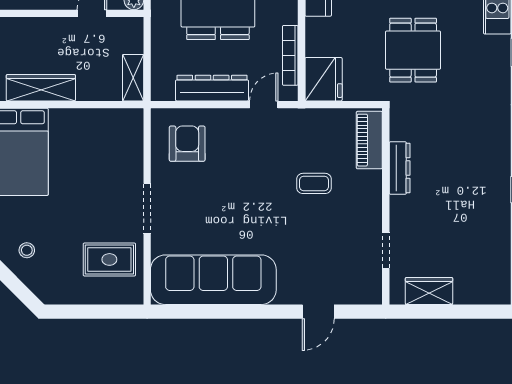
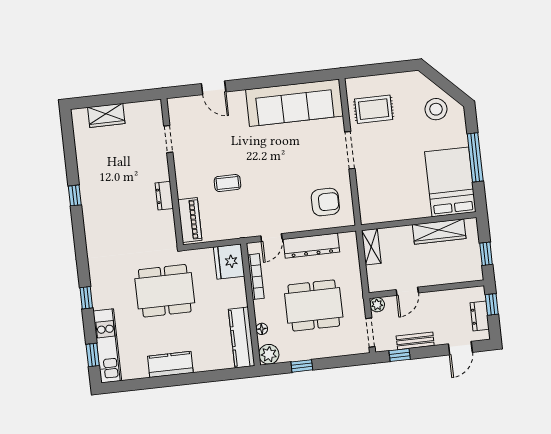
dining table: (413, 50) -> (165, 291), width x1.38
armchair: (187, 144) -> (325, 202), turned -90
dresser: (400, 168) -> (164, 196), width x0.70
stool: (27, 250) -> (436, 109), width x1.89, depth x1.89
wardrobe: (429, 291) -> (106, 115), moved
door: (318, 312) -> (214, 88), swing flipped

